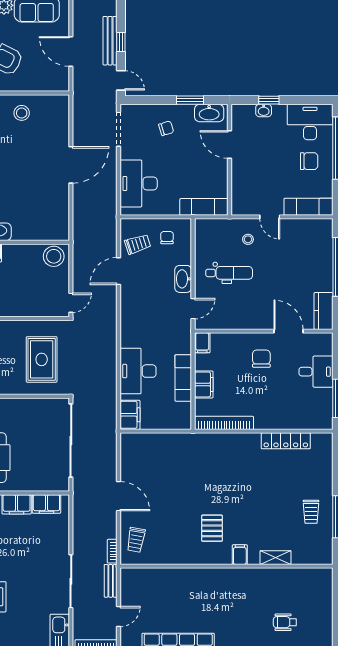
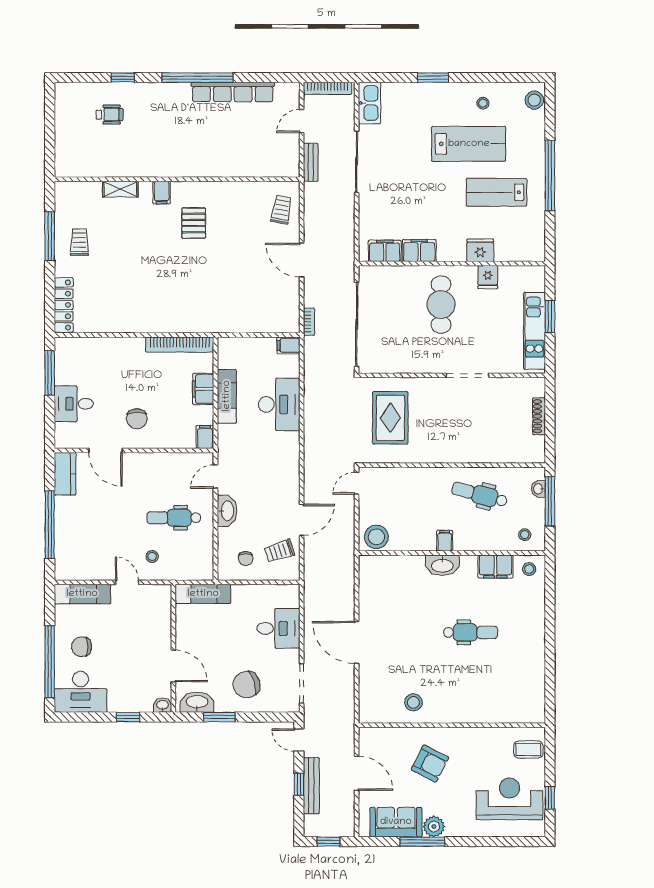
washbasin: (264, 110) -> (163, 705), moved
chair: (166, 128) -> (247, 685), width x1.87, depth x1.87
door: (71, 165) -> (357, 642), hinge flipped
desk: (139, 183) -> (278, 628), width x0.73
filing cabinet: (130, 415) -> (288, 345), width x0.50
locker: (286, 441) -> (64, 305), moved, turned 90
bookcase: (112, 551) -> (309, 322), moved

